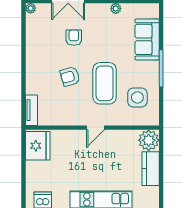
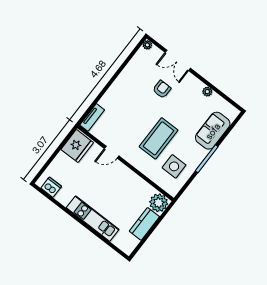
armchair: (70, 76) -> (138, 115), removed
door: (96, 128) -> (112, 152), moved

